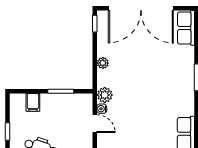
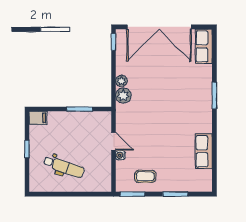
plant: (105, 95) -> (123, 96), moved
filing cabinet: (33, 102) -> (38, 118), moved, turned -90
water cooler: (102, 109) -> (120, 155), moved

